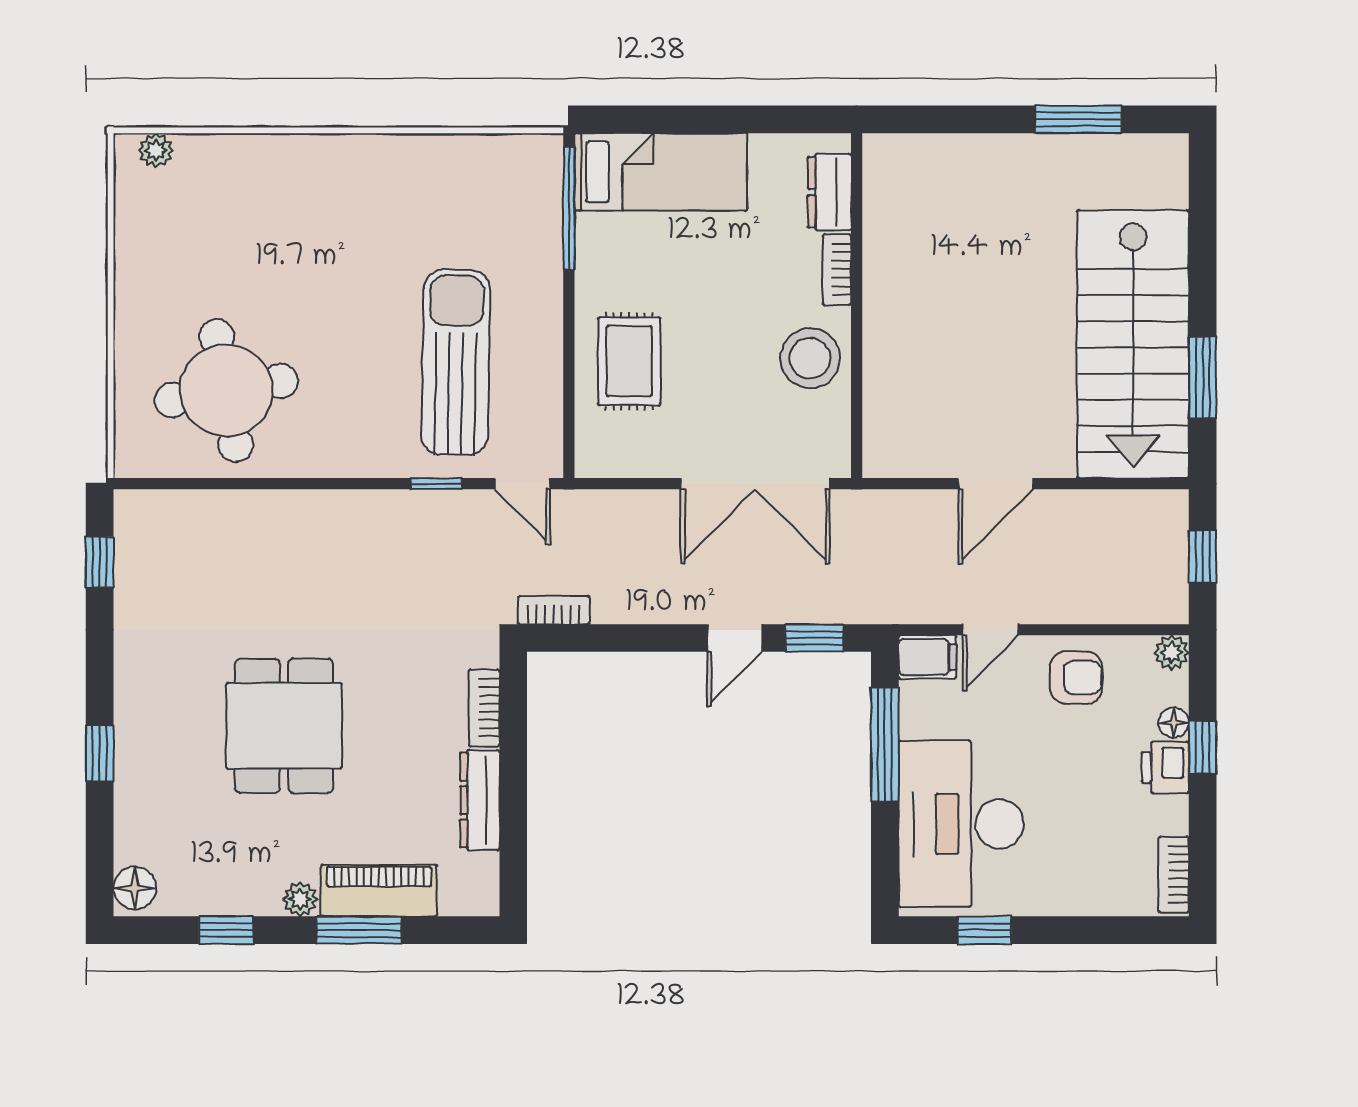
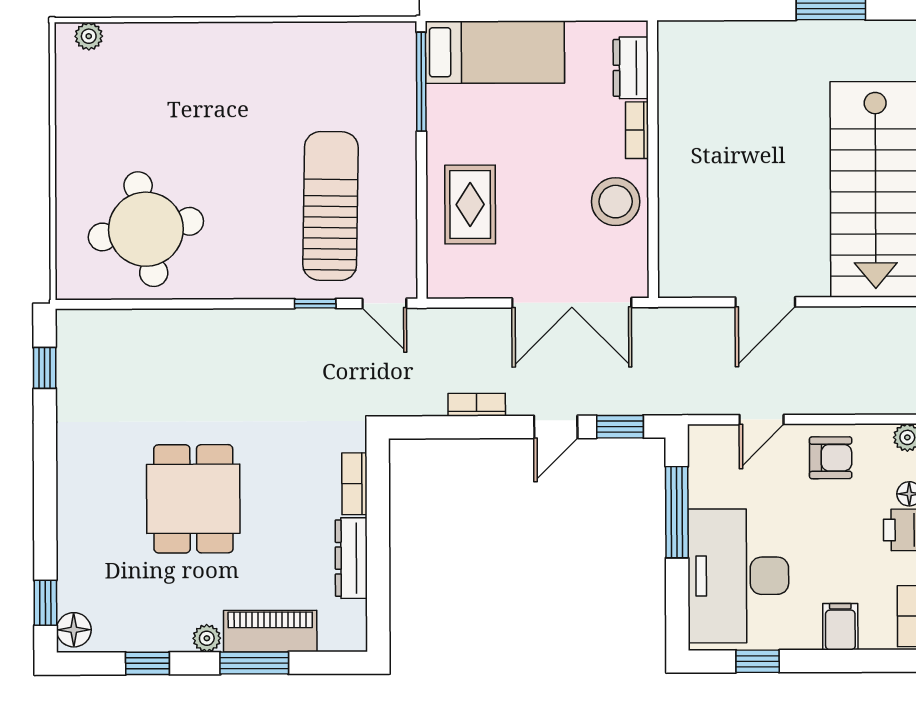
bookcase: (554, 610) -> (477, 405), moved
filing cabinet: (927, 657) -> (840, 627), moved, turned -90
window: (100, 753) -> (45, 603), moved

